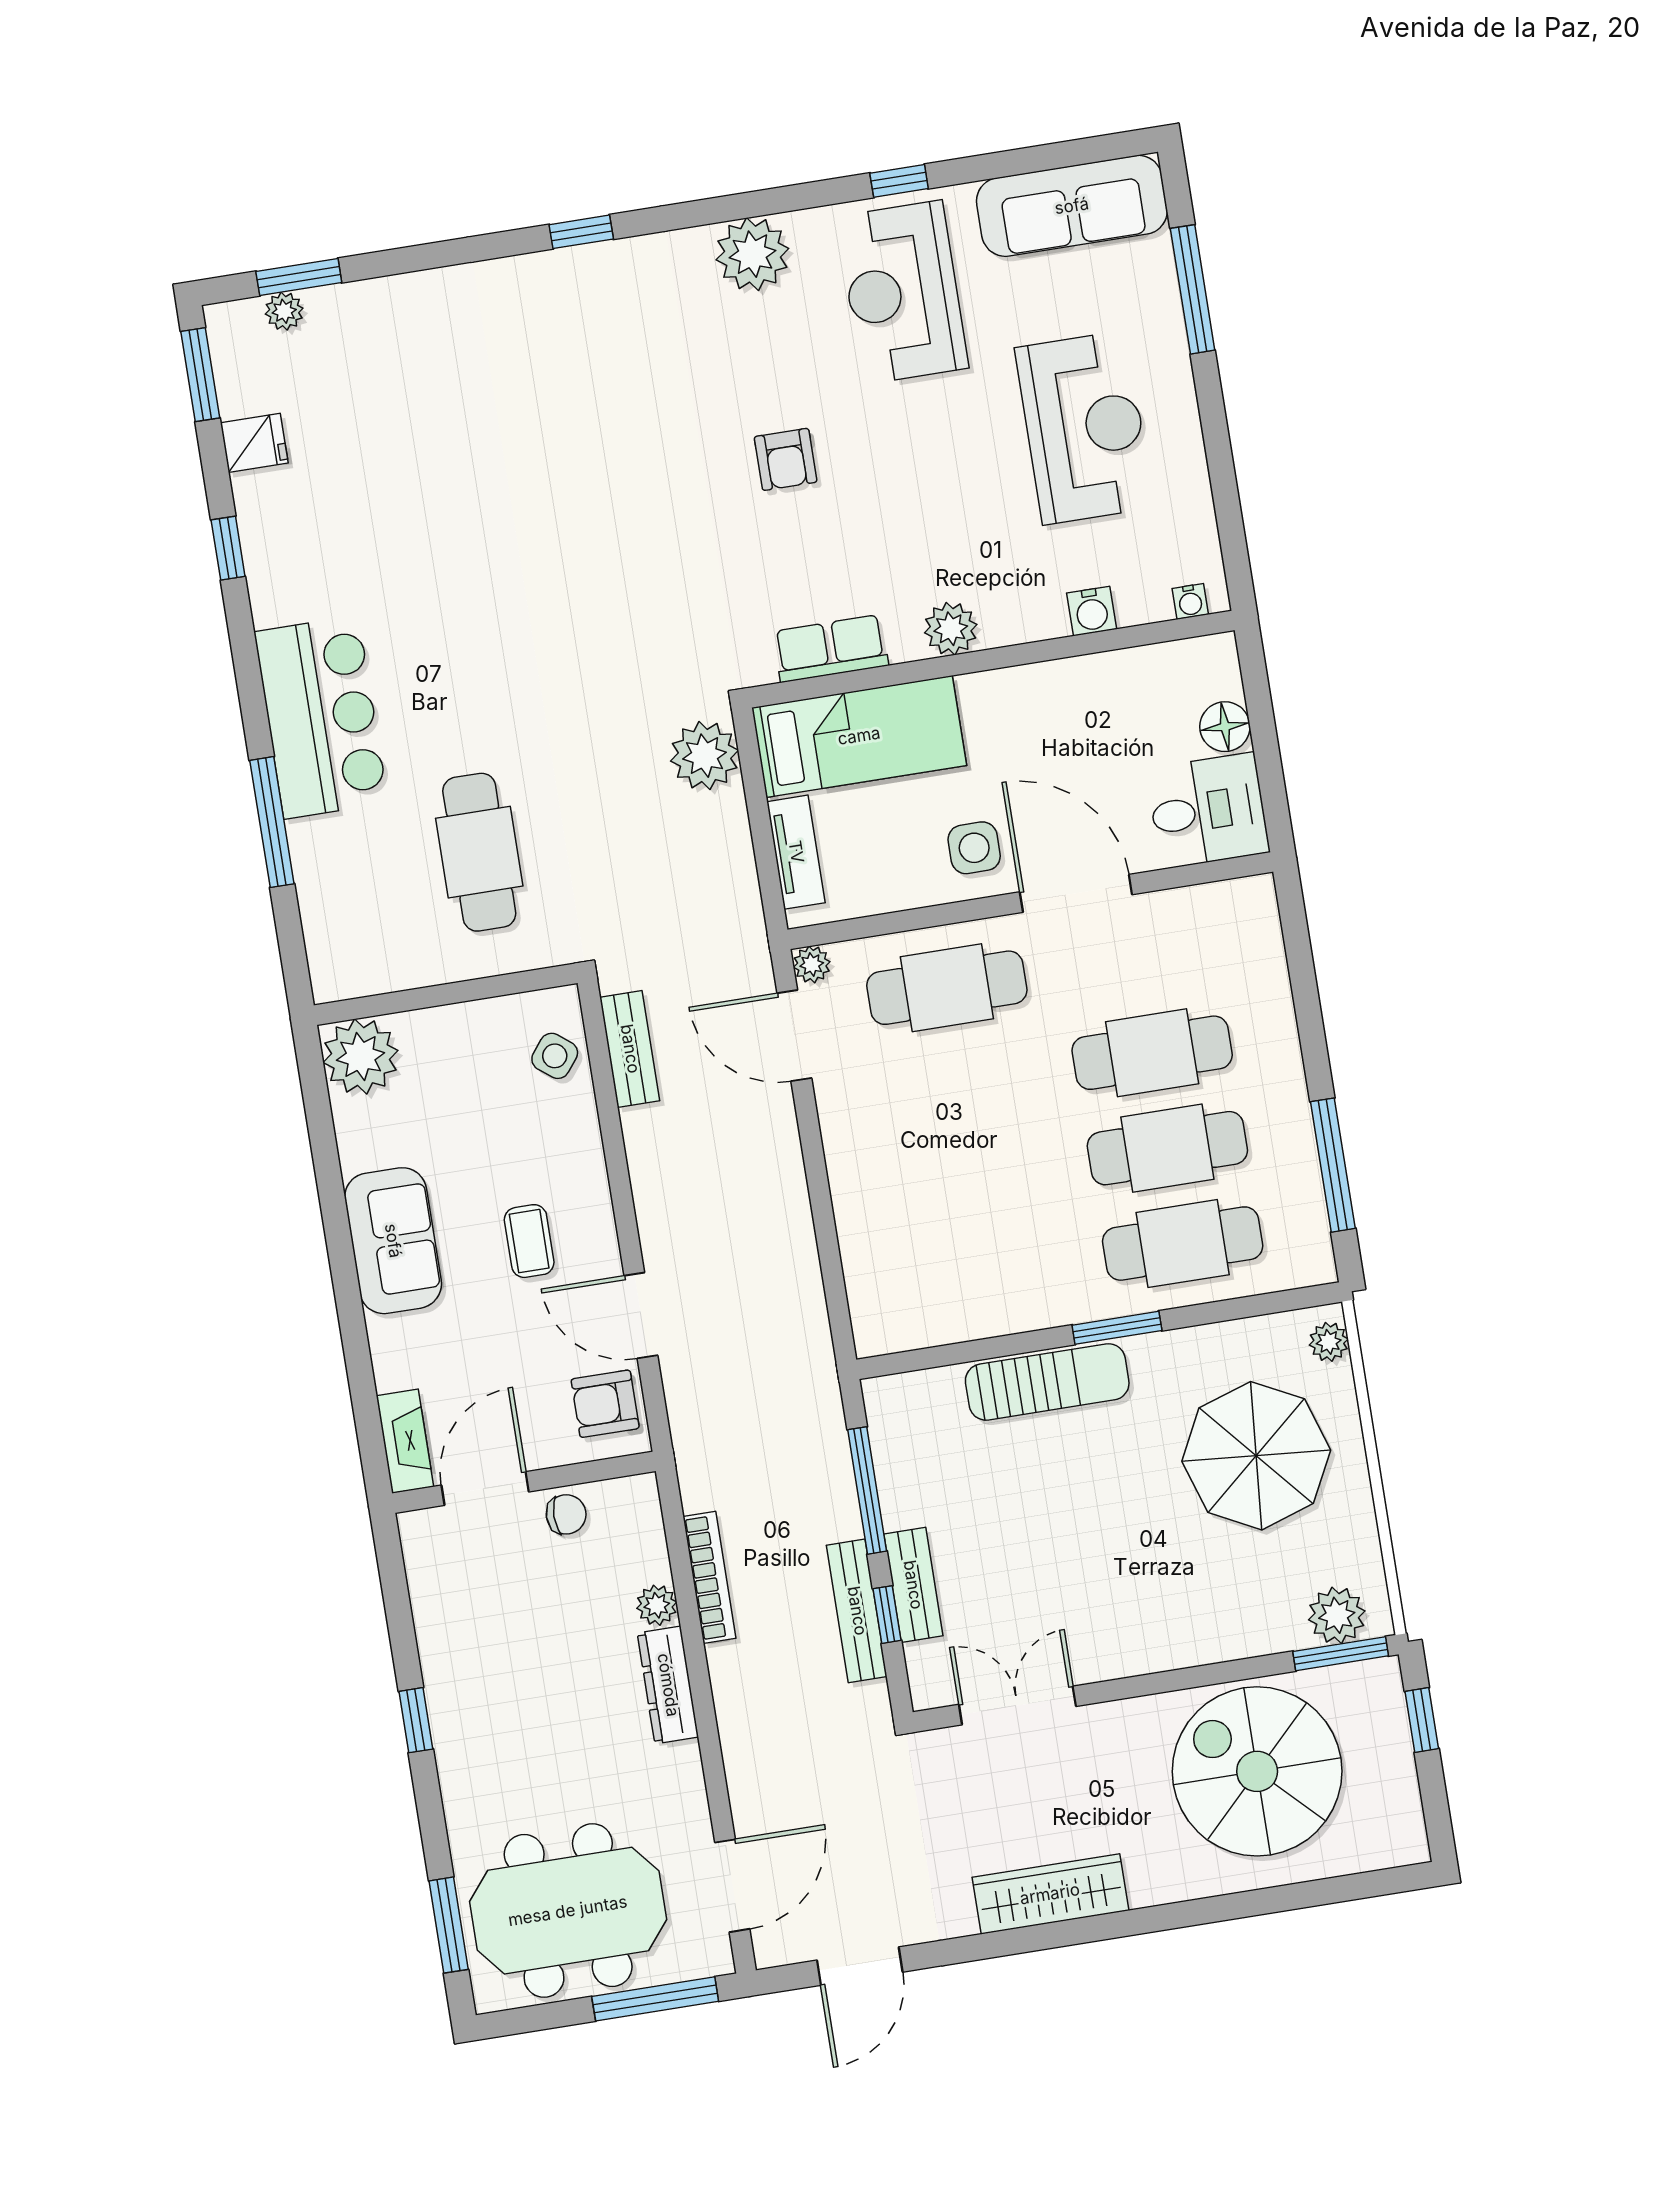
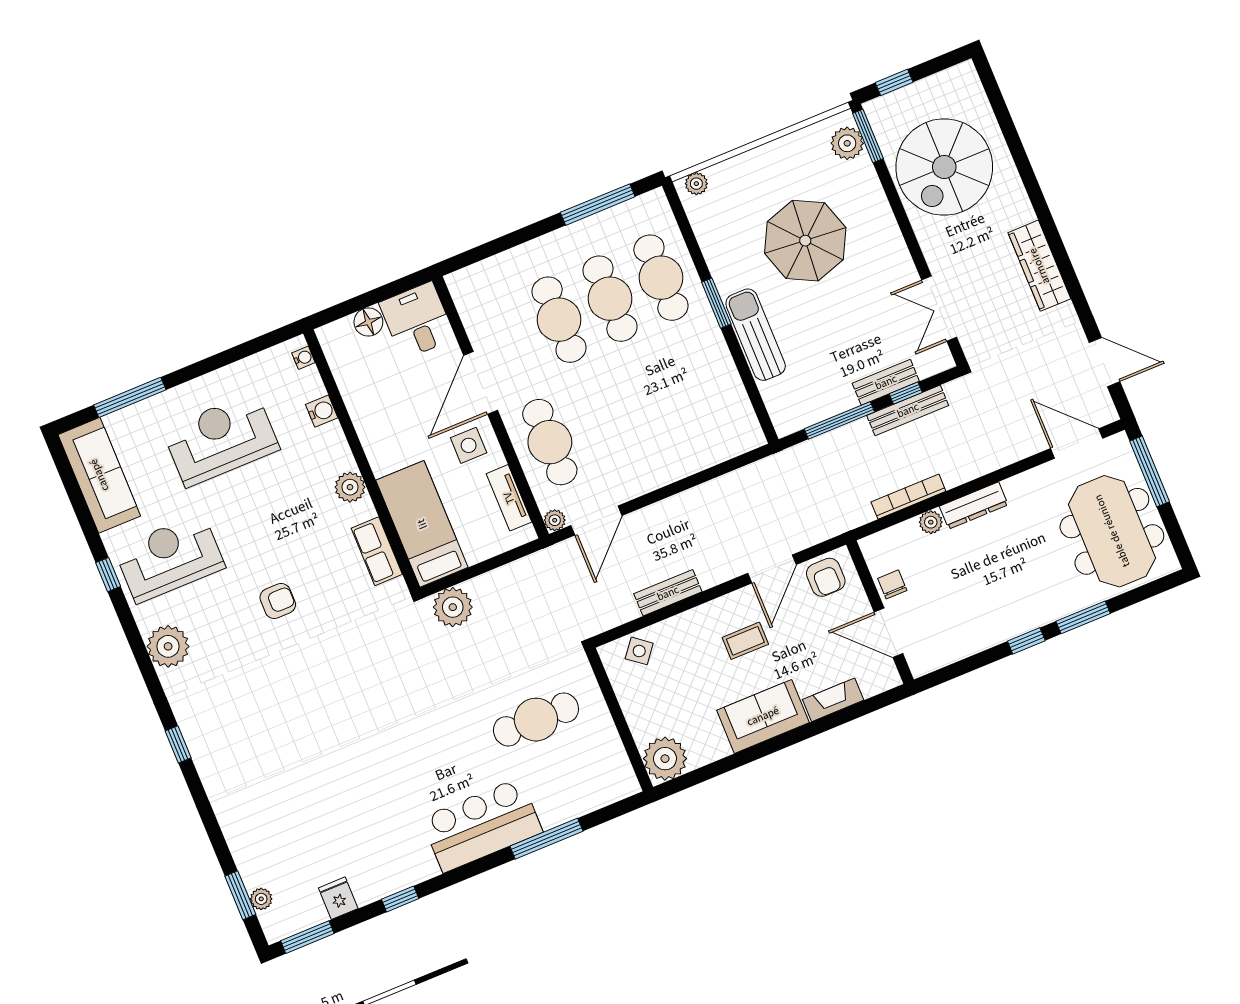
reception desk: (903, 292) -> (170, 558), turned 180
tv unit: (796, 852) -> (509, 498), moved, turned -90
bench: (630, 1049) -> (668, 593), moved
fireplace: (405, 1441) -> (833, 700), moved
parasol: (1256, 1456) -> (805, 241), moved
window: (449, 1925) -> (1083, 617), moved

